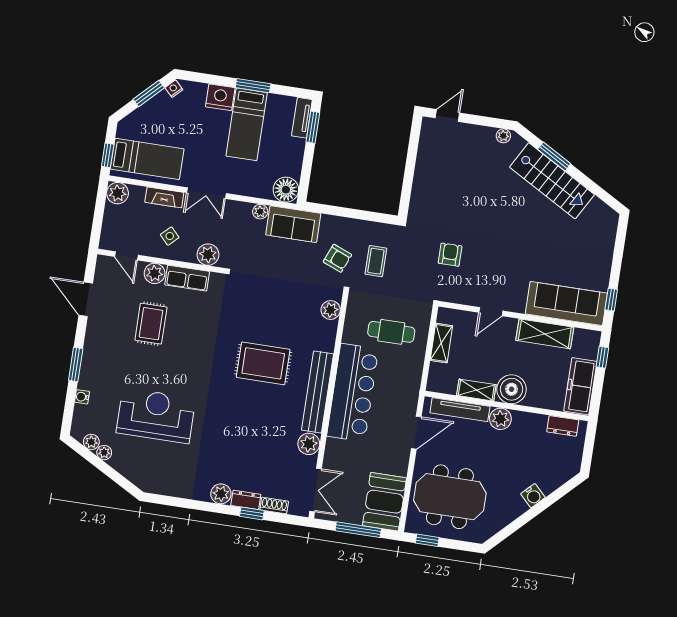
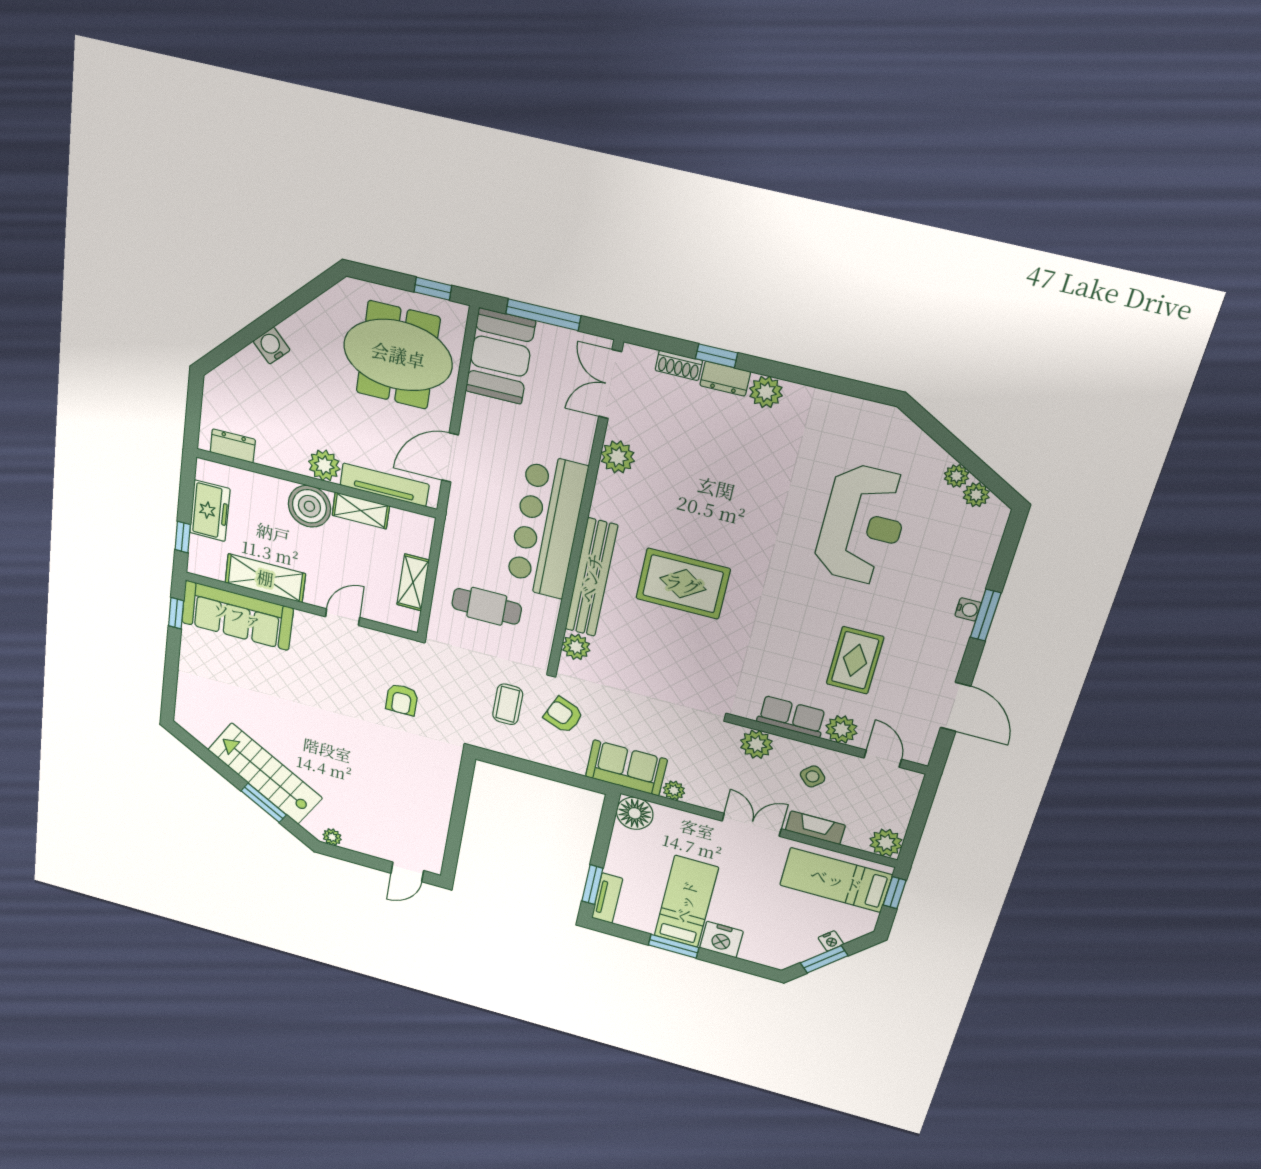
nightstand: (174, 89) -> (831, 941), moved
freezer: (580, 386) -> (210, 511), width x0.71
bench: (318, 392) -> (591, 578), moved
water cooler: (82, 397) -> (968, 609), moved
reception desk: (156, 416) -> (862, 525), turned -90

